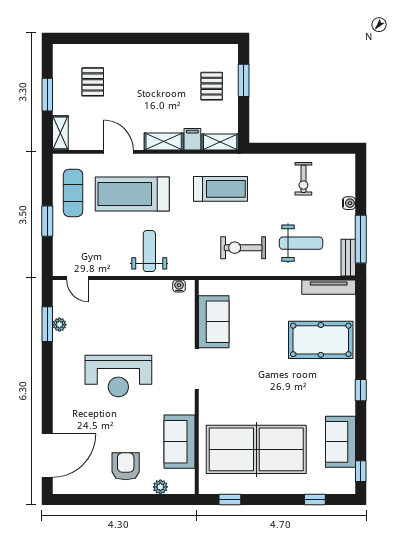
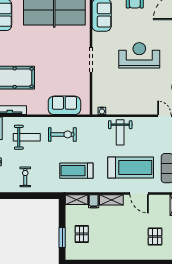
weight bench: (301, 243) -> (27, 137), turned 180
sofa: (214, 322) -> (64, 105), moved, turned 90

